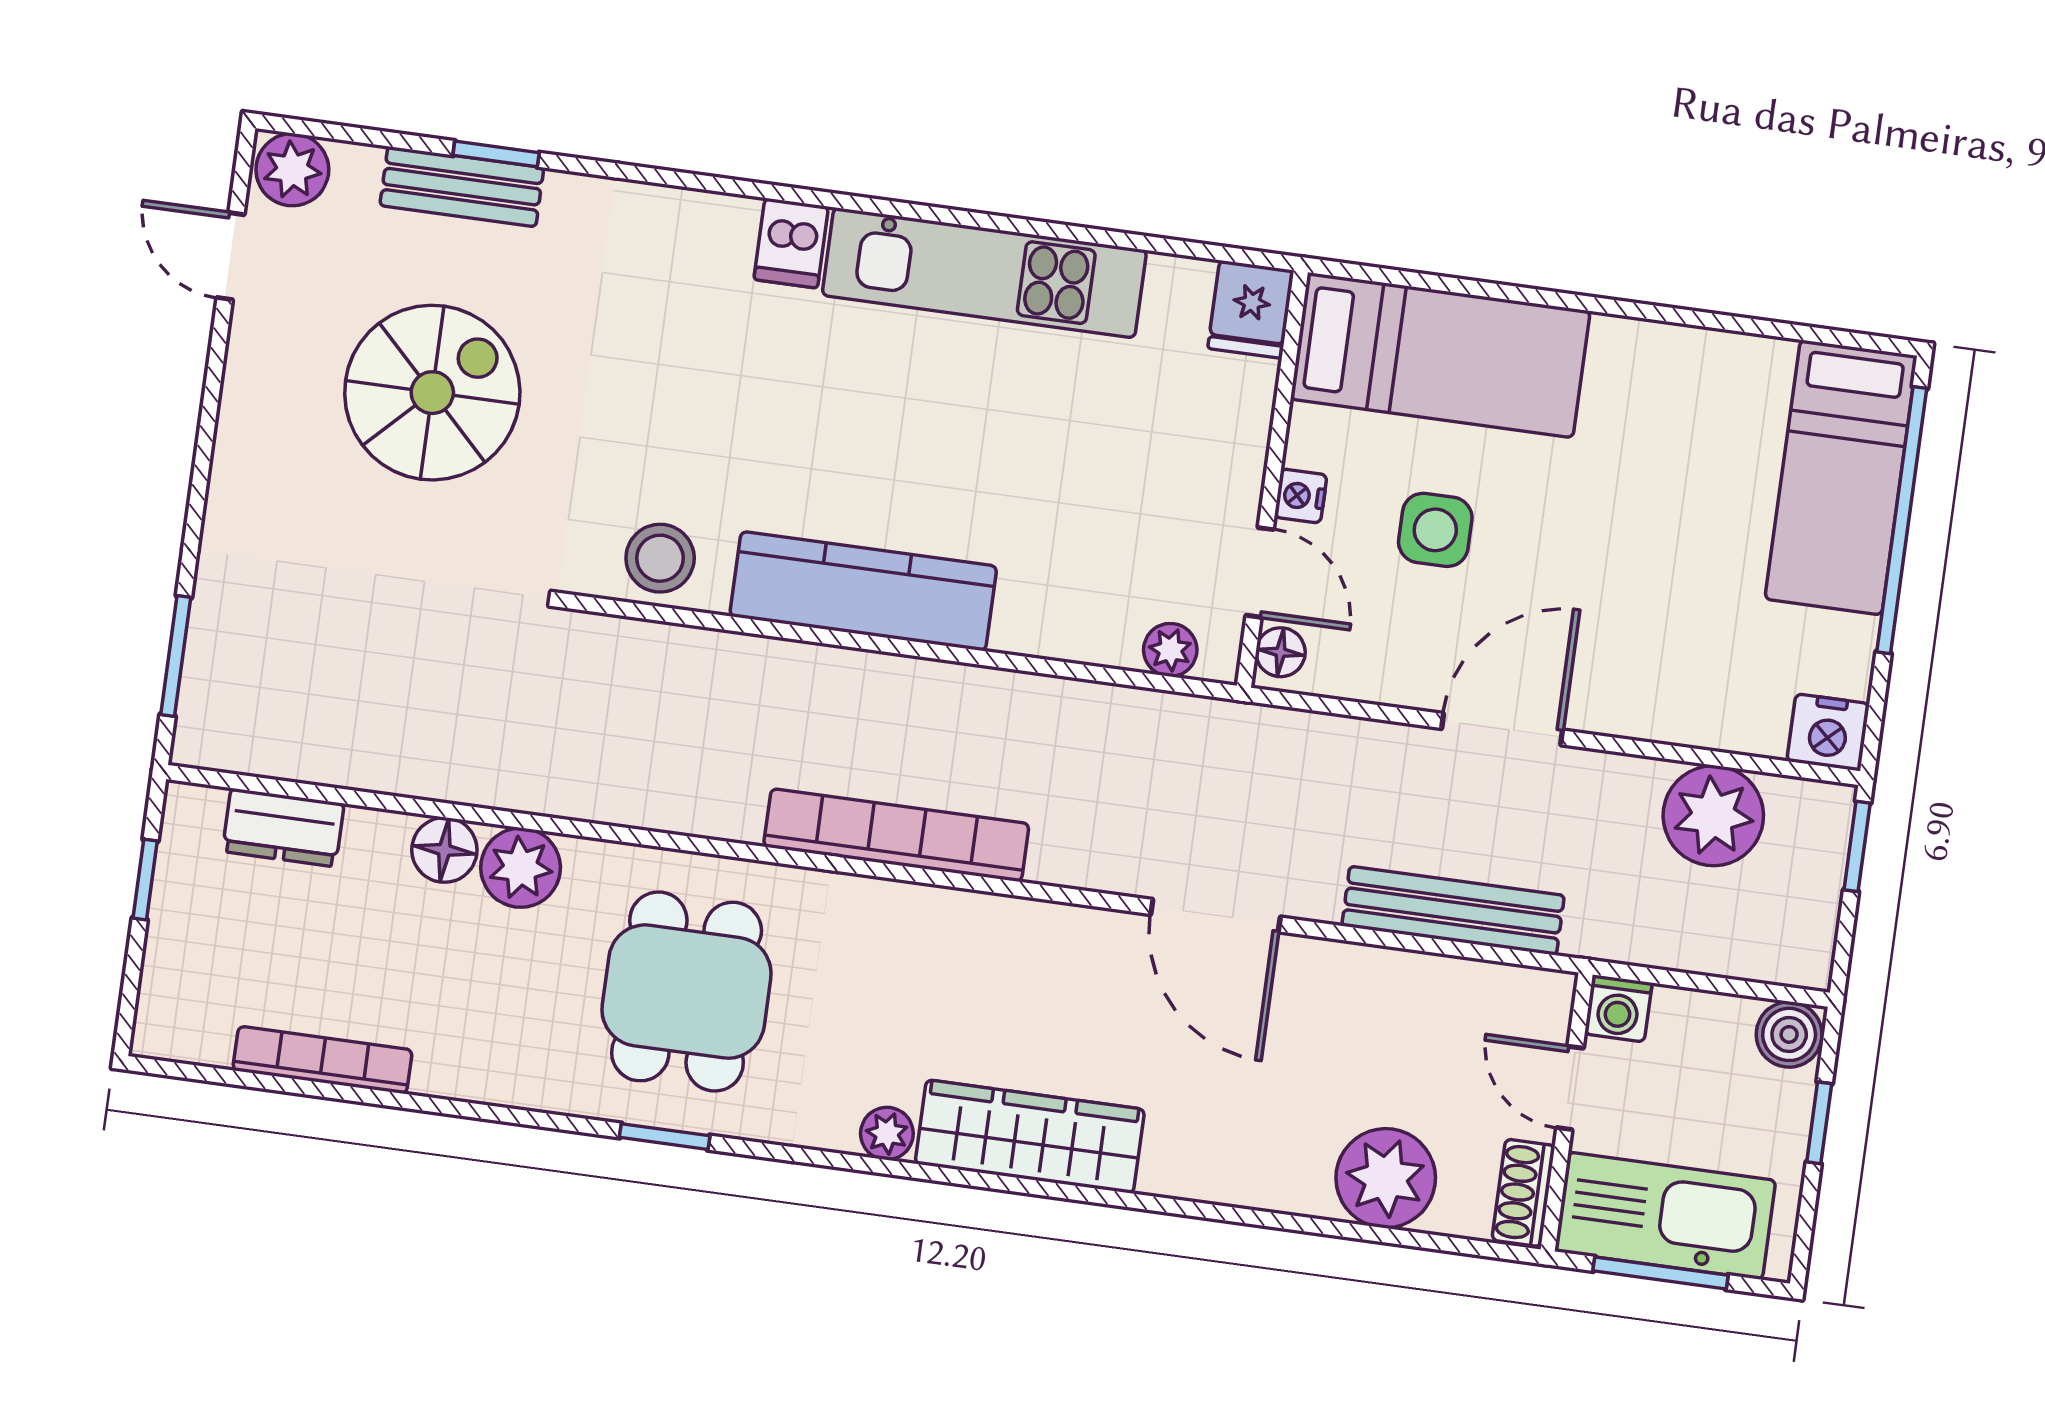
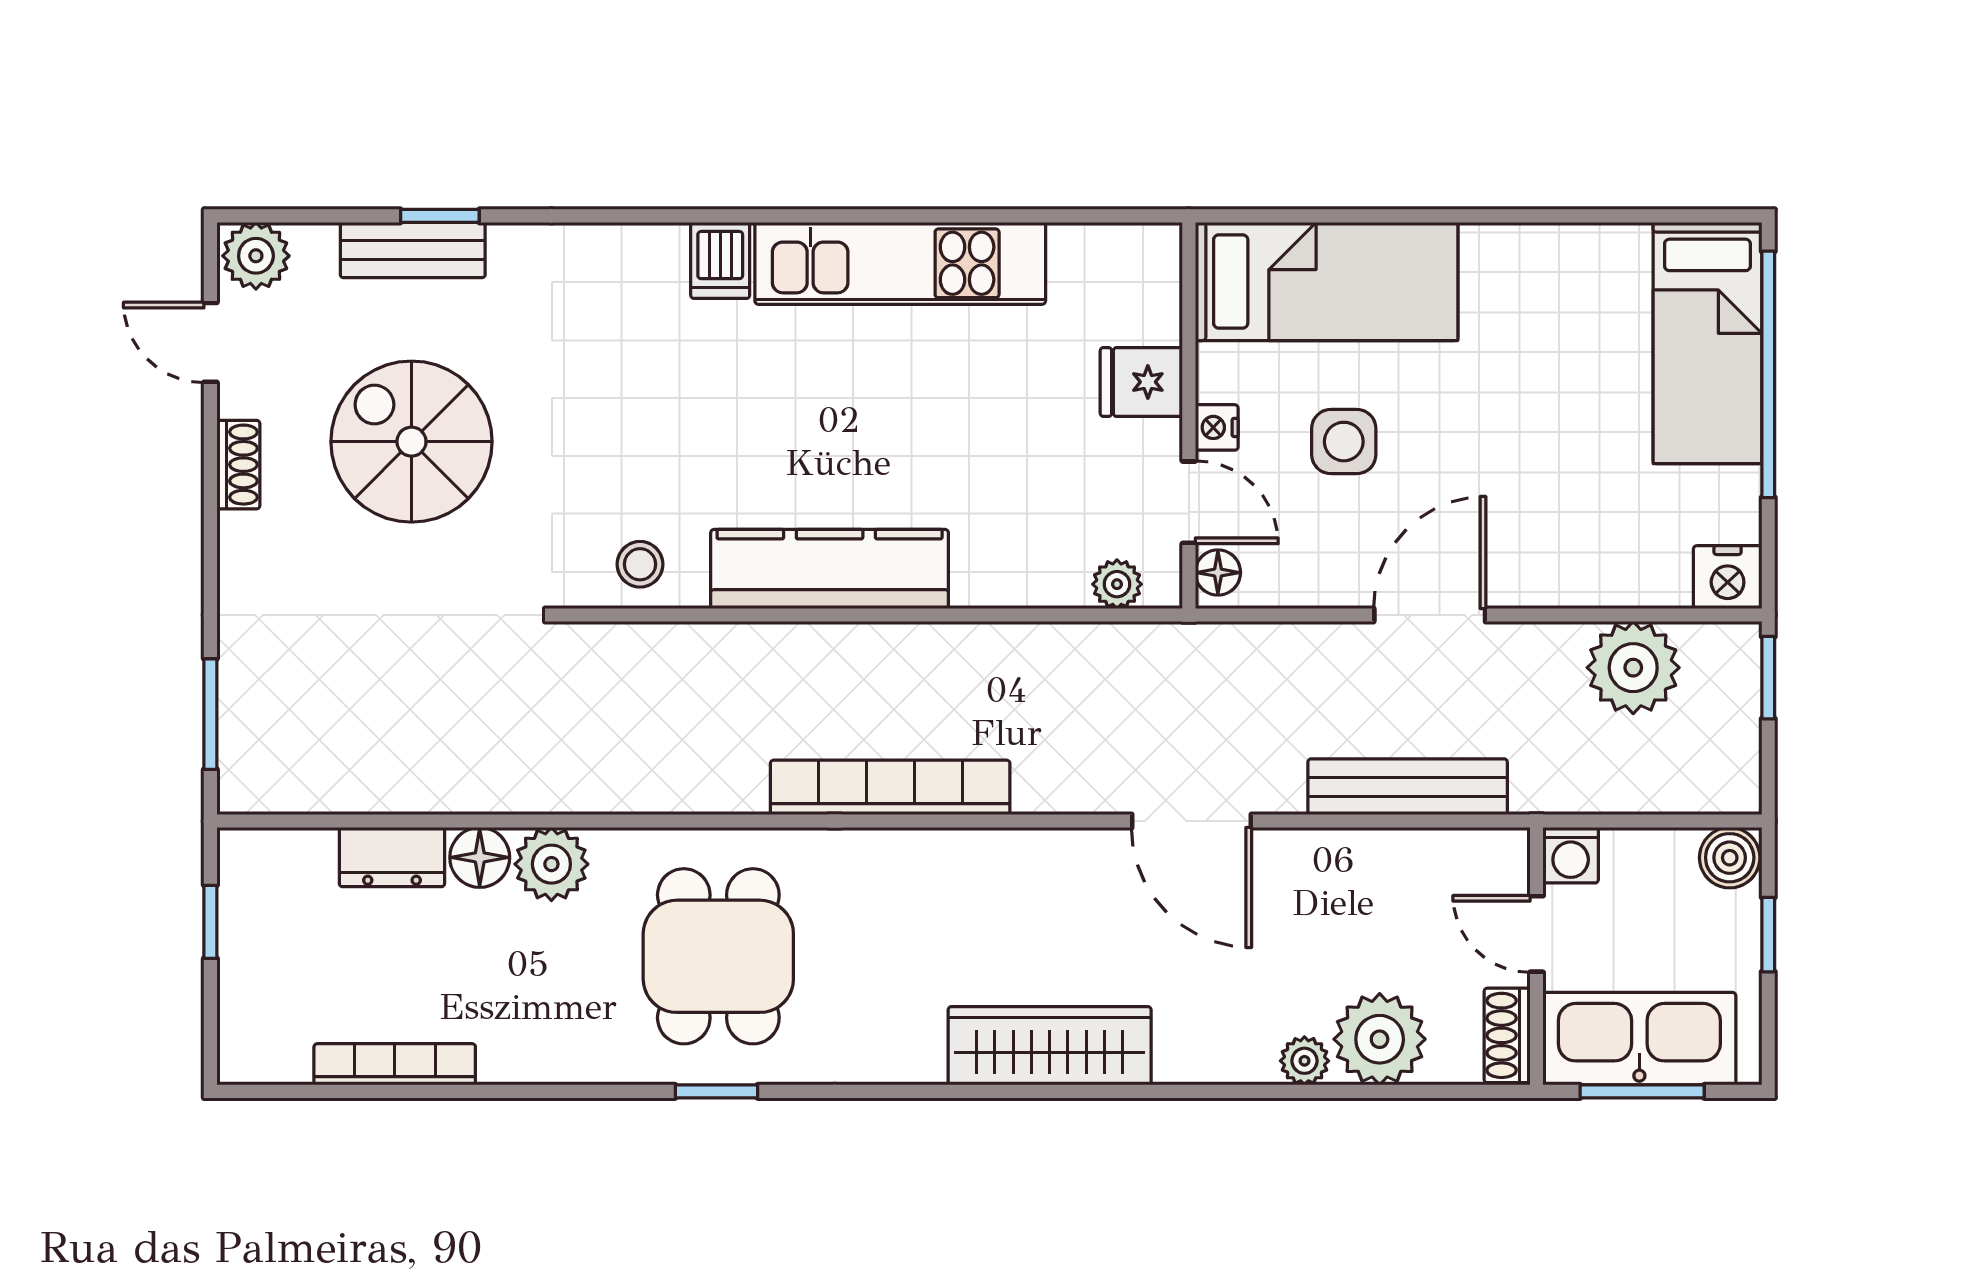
fridge: (1251, 309) -> (1141, 382), moved, turned 90
shoe rack: (243, 392) -> (238, 465), added
spiral stairs: (432, 393) -> (411, 442), turned -90
stool: (660, 558) -> (640, 564), width x0.73, depth x0.73
dresser: (283, 828) -> (392, 857), moved
plant: (887, 1133) -> (1304, 1061), moved

